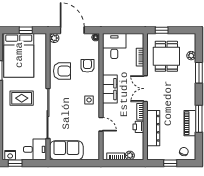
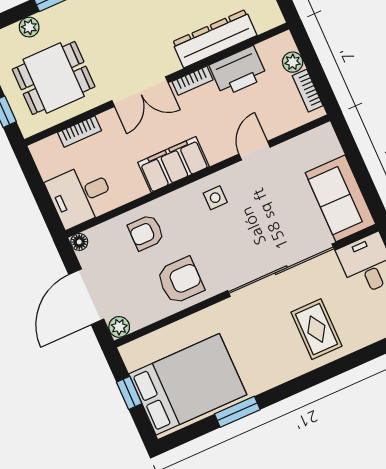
armchair: (62, 71) -> (180, 281), turned 90
rug: (22, 98) -> (316, 329), moved
printer: (138, 127) -> (238, 71), width x1.87, depth x1.48

